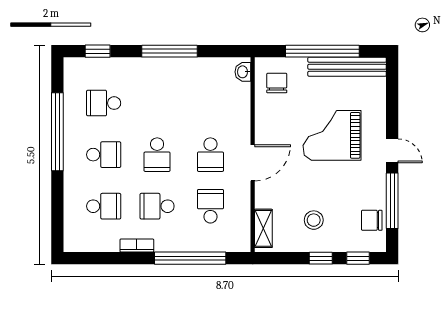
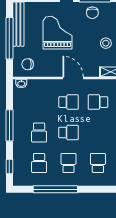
grand piano: (332, 135) -> (58, 33), turned 180
school desk: (157, 206) -> (39, 133), moved
chair: (372, 220) -> (92, 13), moved

